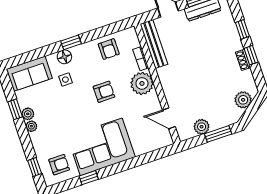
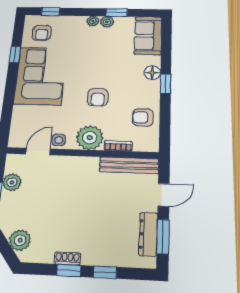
side table: (65, 80) -> (59, 140), moved

